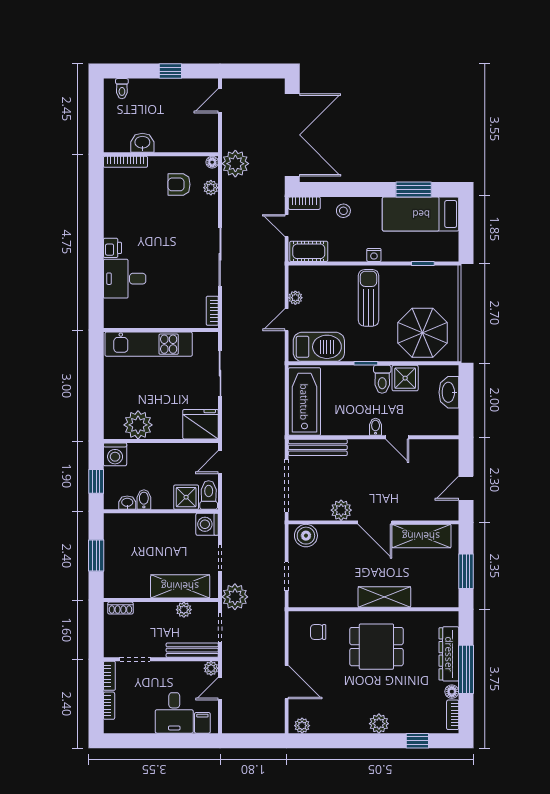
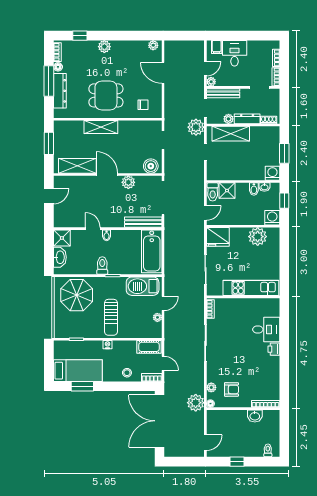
shower: (405, 378) -> (62, 238), moved
washing machine: (207, 524) -> (272, 173), moved, turned -90
dresser: (155, 610) -> (247, 119), added

